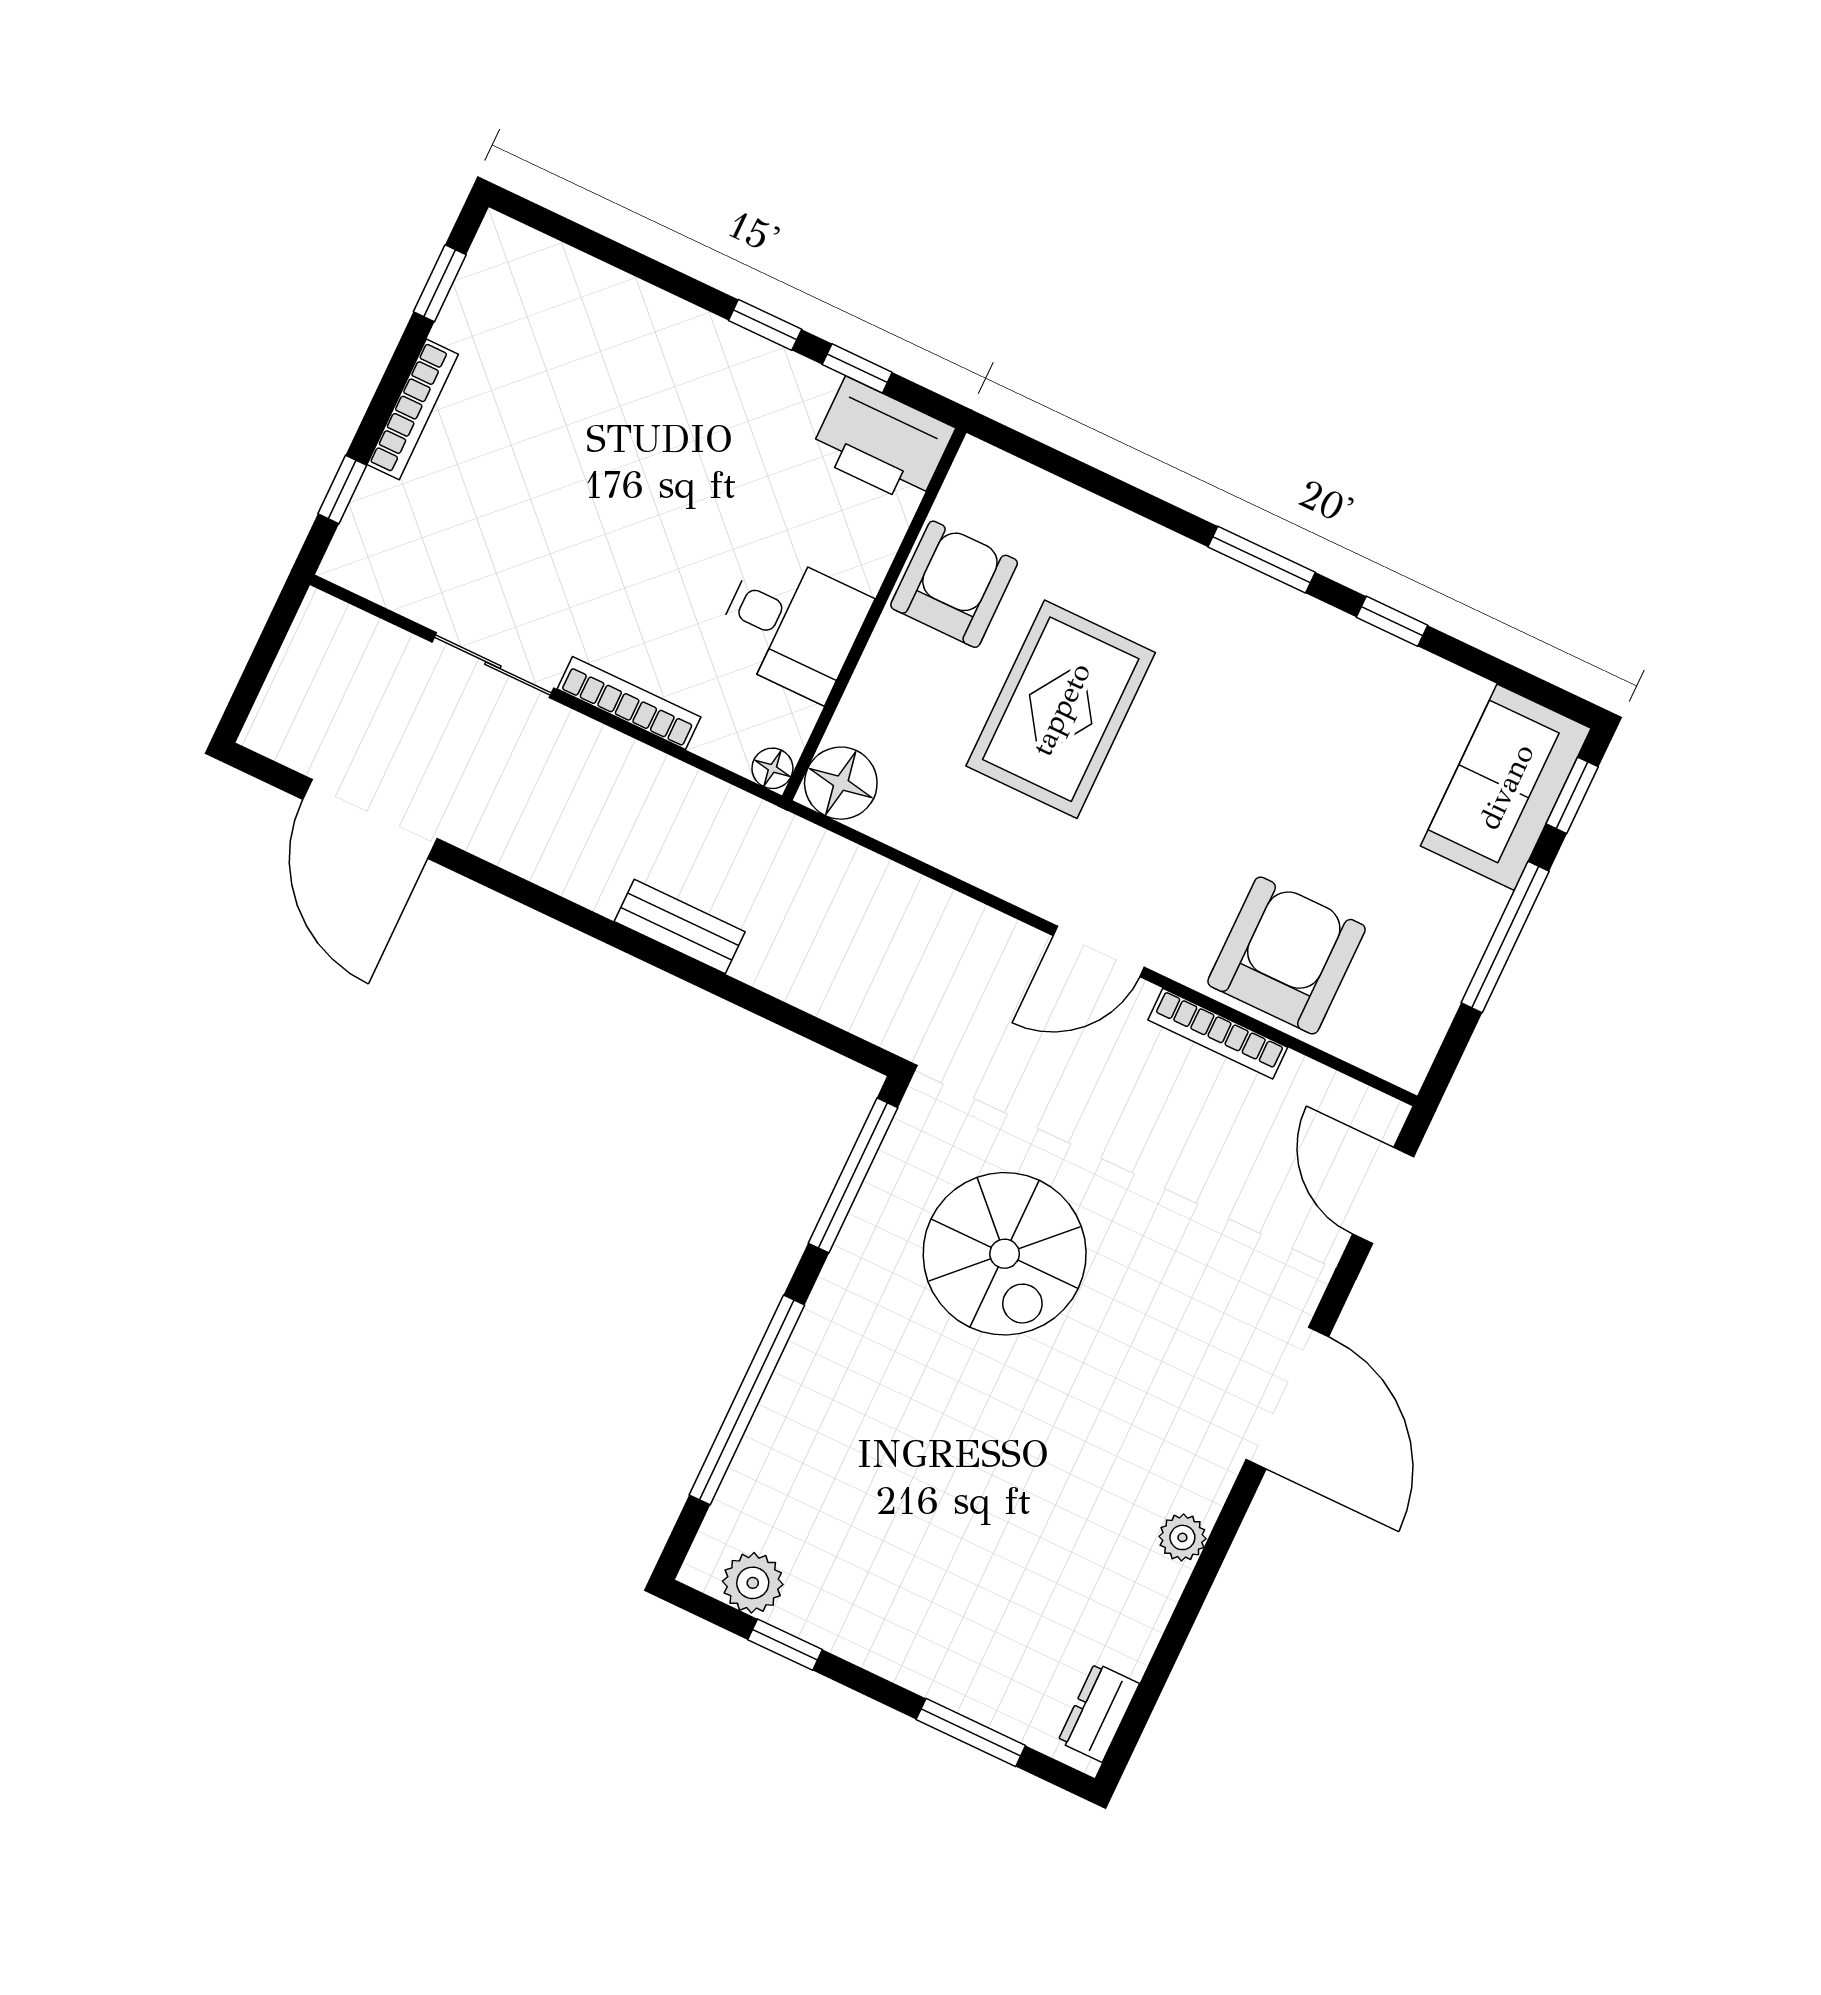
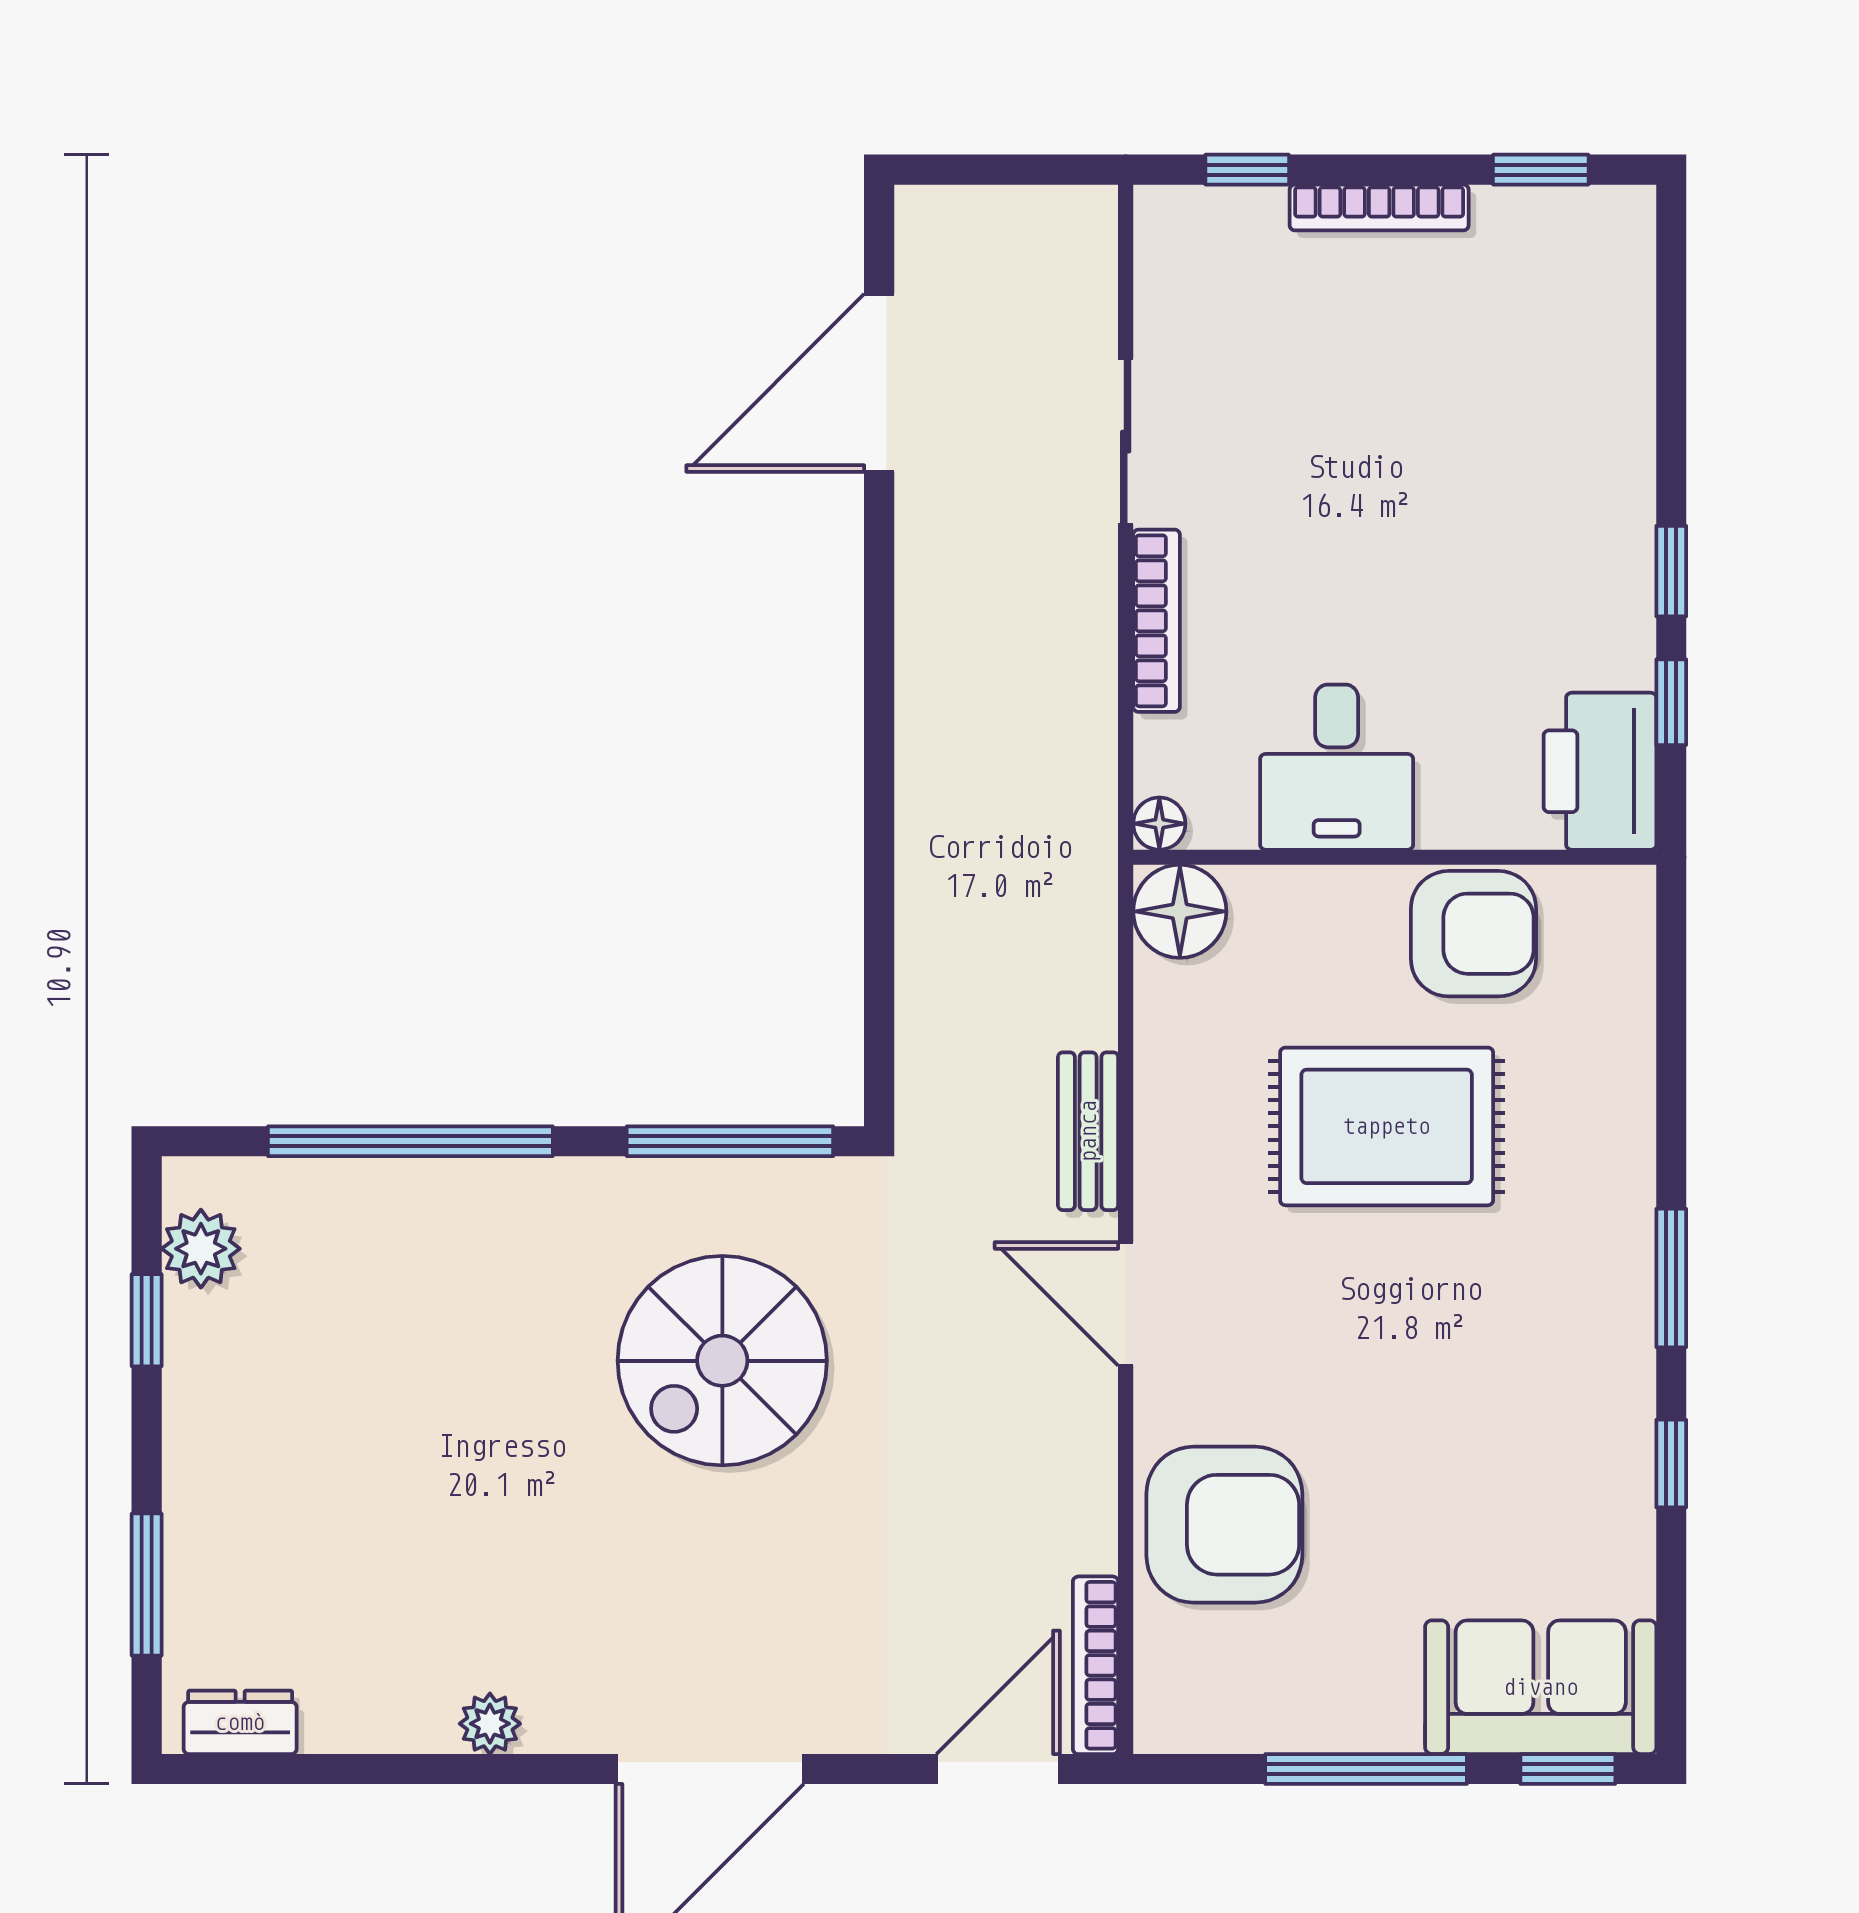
bench: (680, 927) -> (1088, 1131), moved
bookcase: (1218, 1034) -> (1096, 1665), moved

